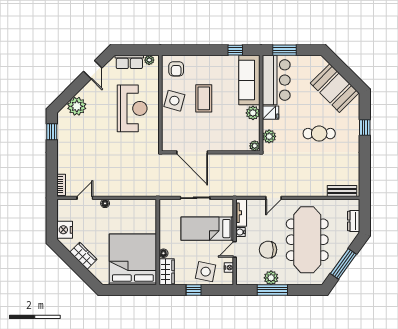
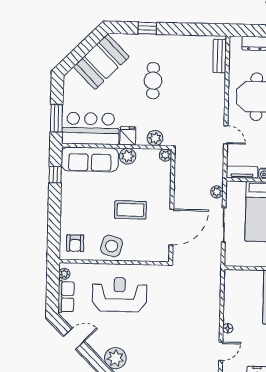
armchair: (176, 69) -> (75, 243), turned 90
coffee table: (204, 98) -> (130, 210), moved
plant: (224, 191) -> (217, 192), added
door: (85, 198) -> (221, 351), swing flipped

